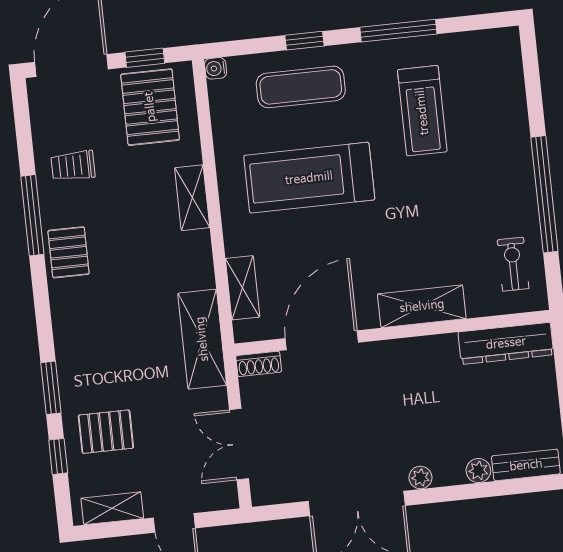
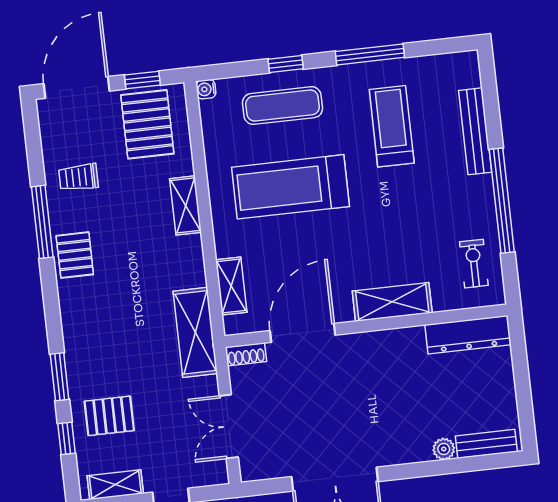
treadmill: (422, 111) -> (392, 126), turned 180
bench: (515, 117) -> (475, 131), added
plant: (420, 477) -> (392, 456), removed

